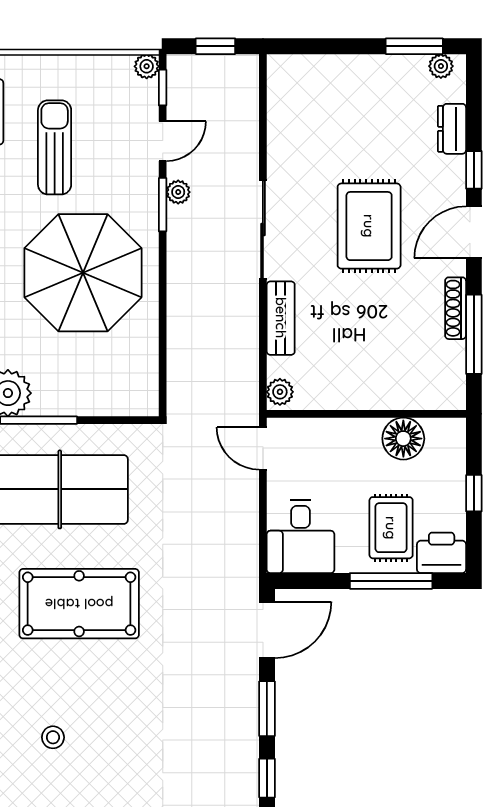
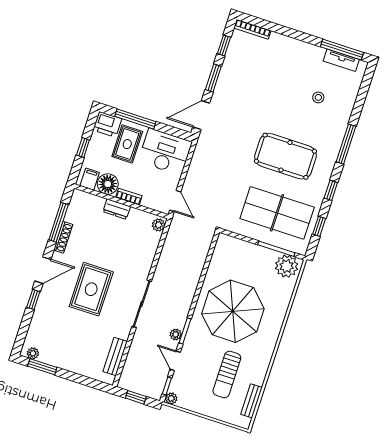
dresser: (452, 129) -> (117, 209), moved, turned 90
door: (163, 141) -> (175, 361), hinge flipped
bench: (281, 318) -> (115, 357), moved
bookcase: (355, 428) -> (129, 197), added
filing cabinet: (441, 437) -> (90, 179), added
desk: (301, 537) -> (165, 152), width x1.37

